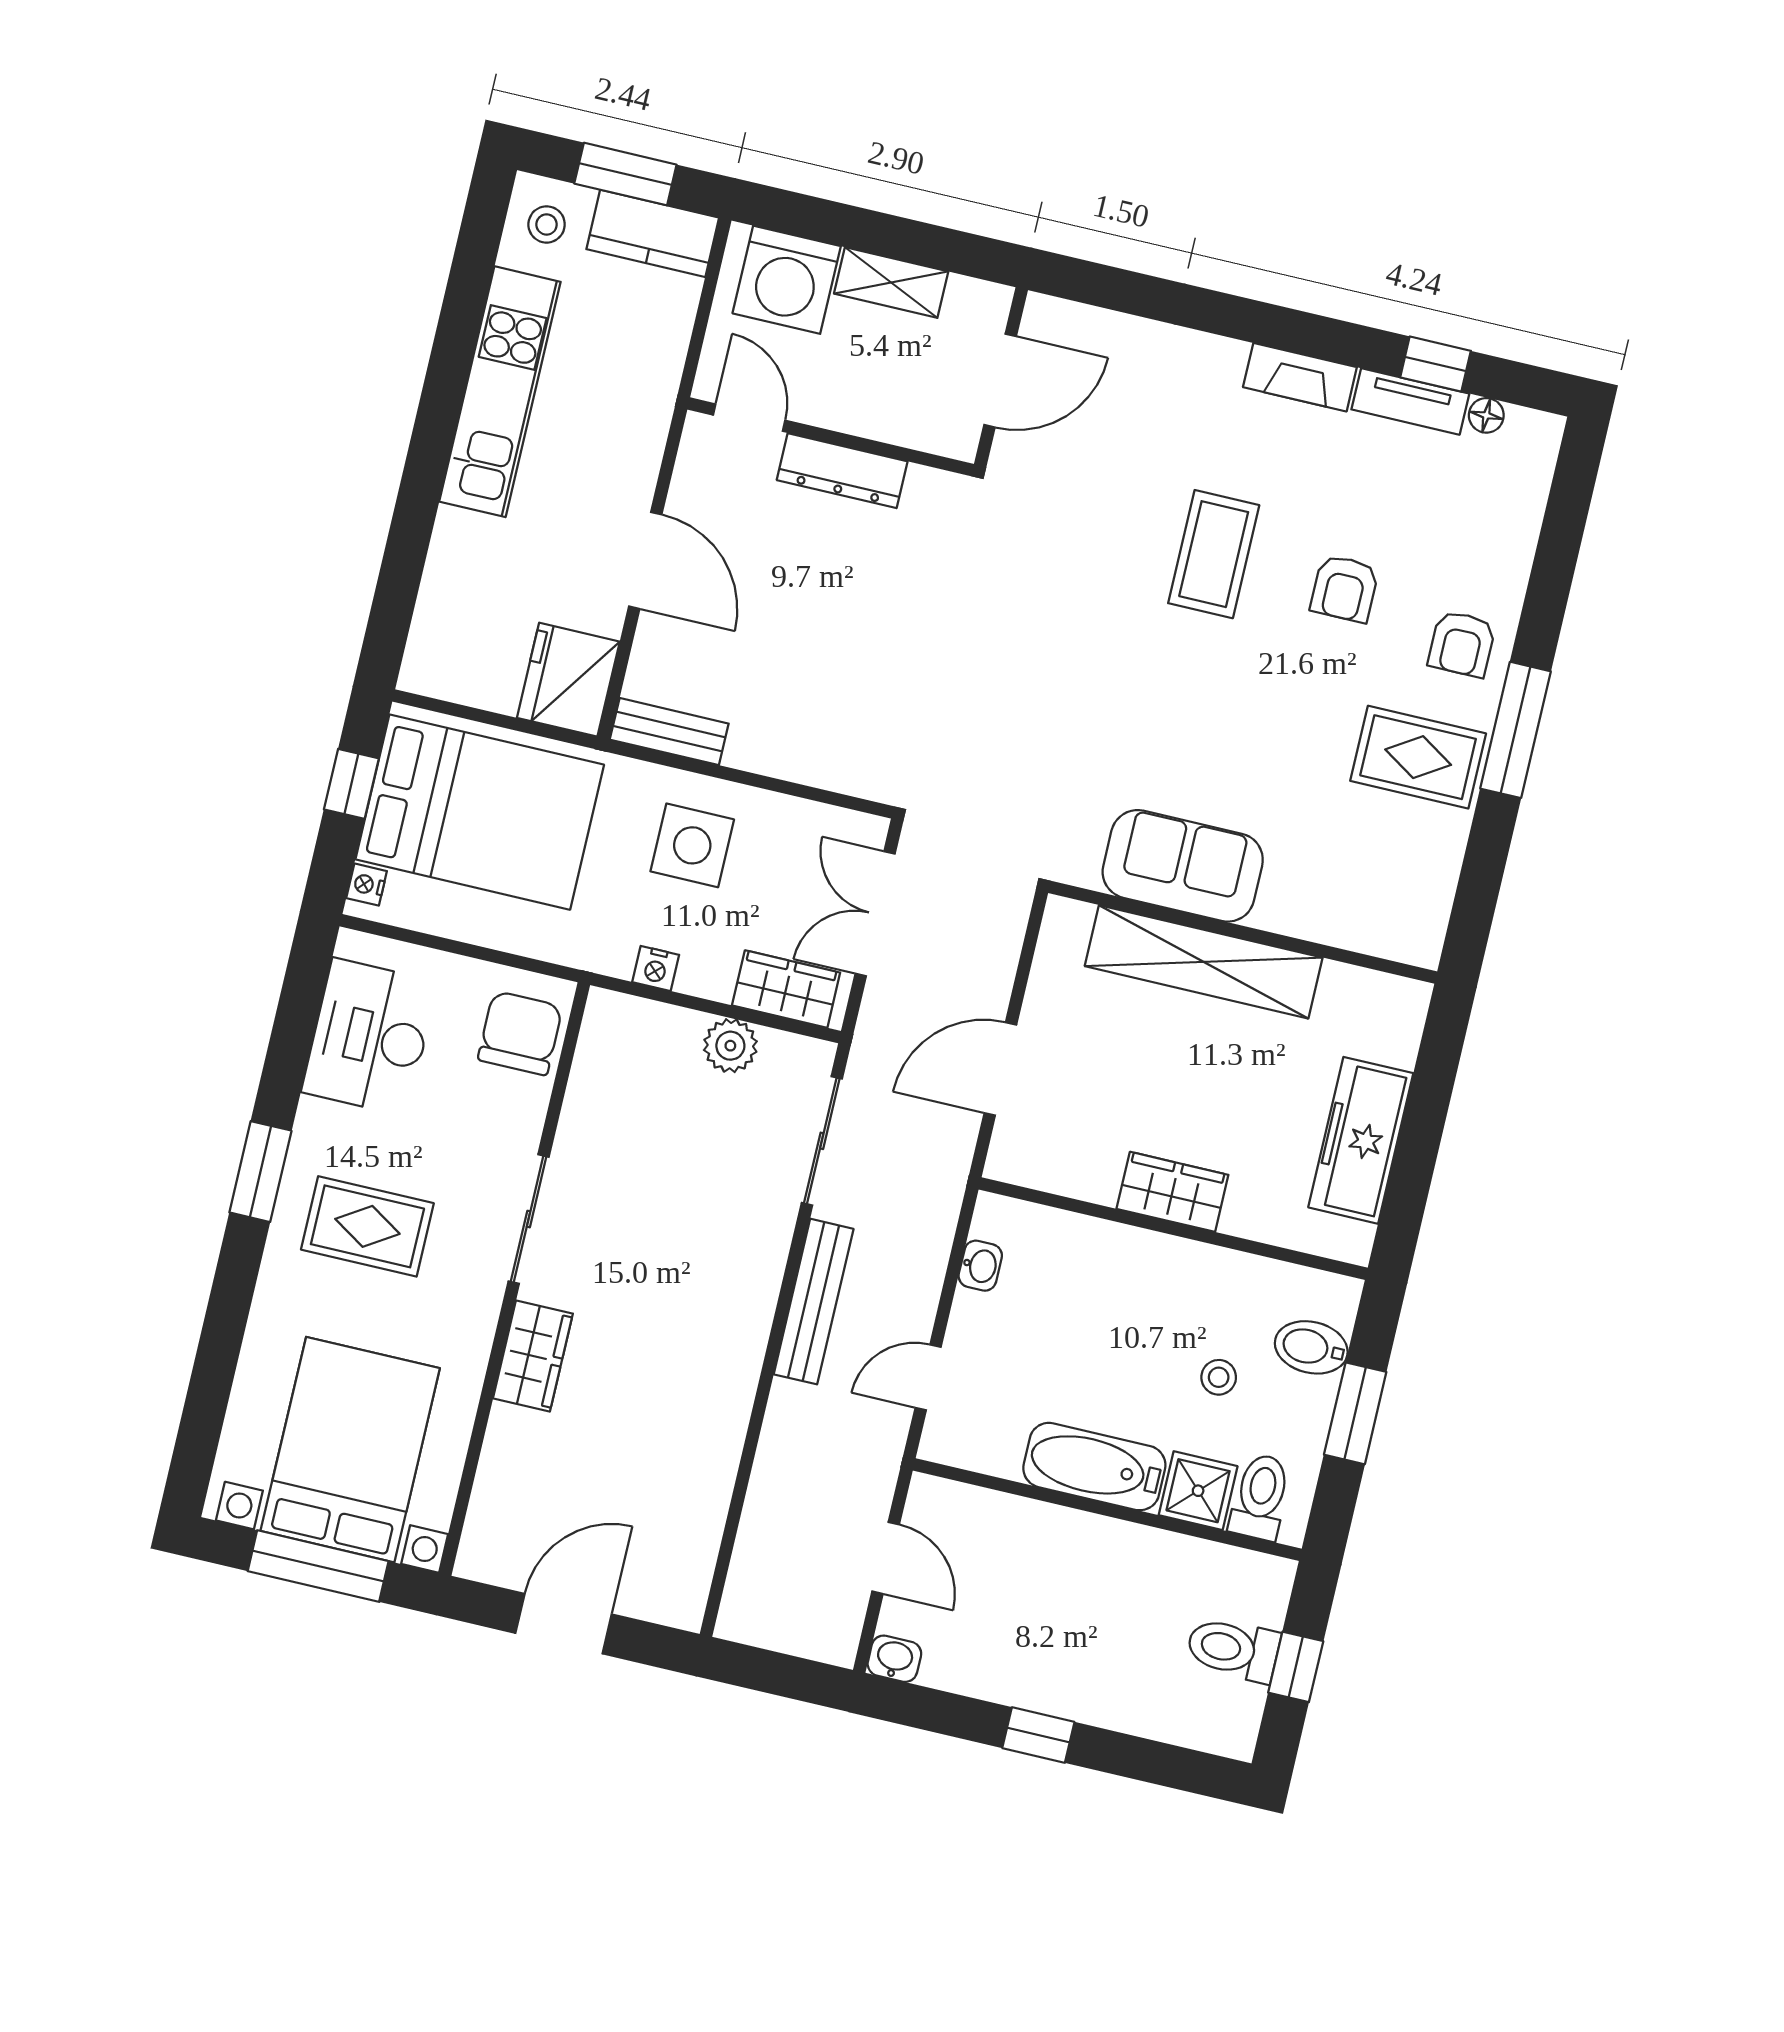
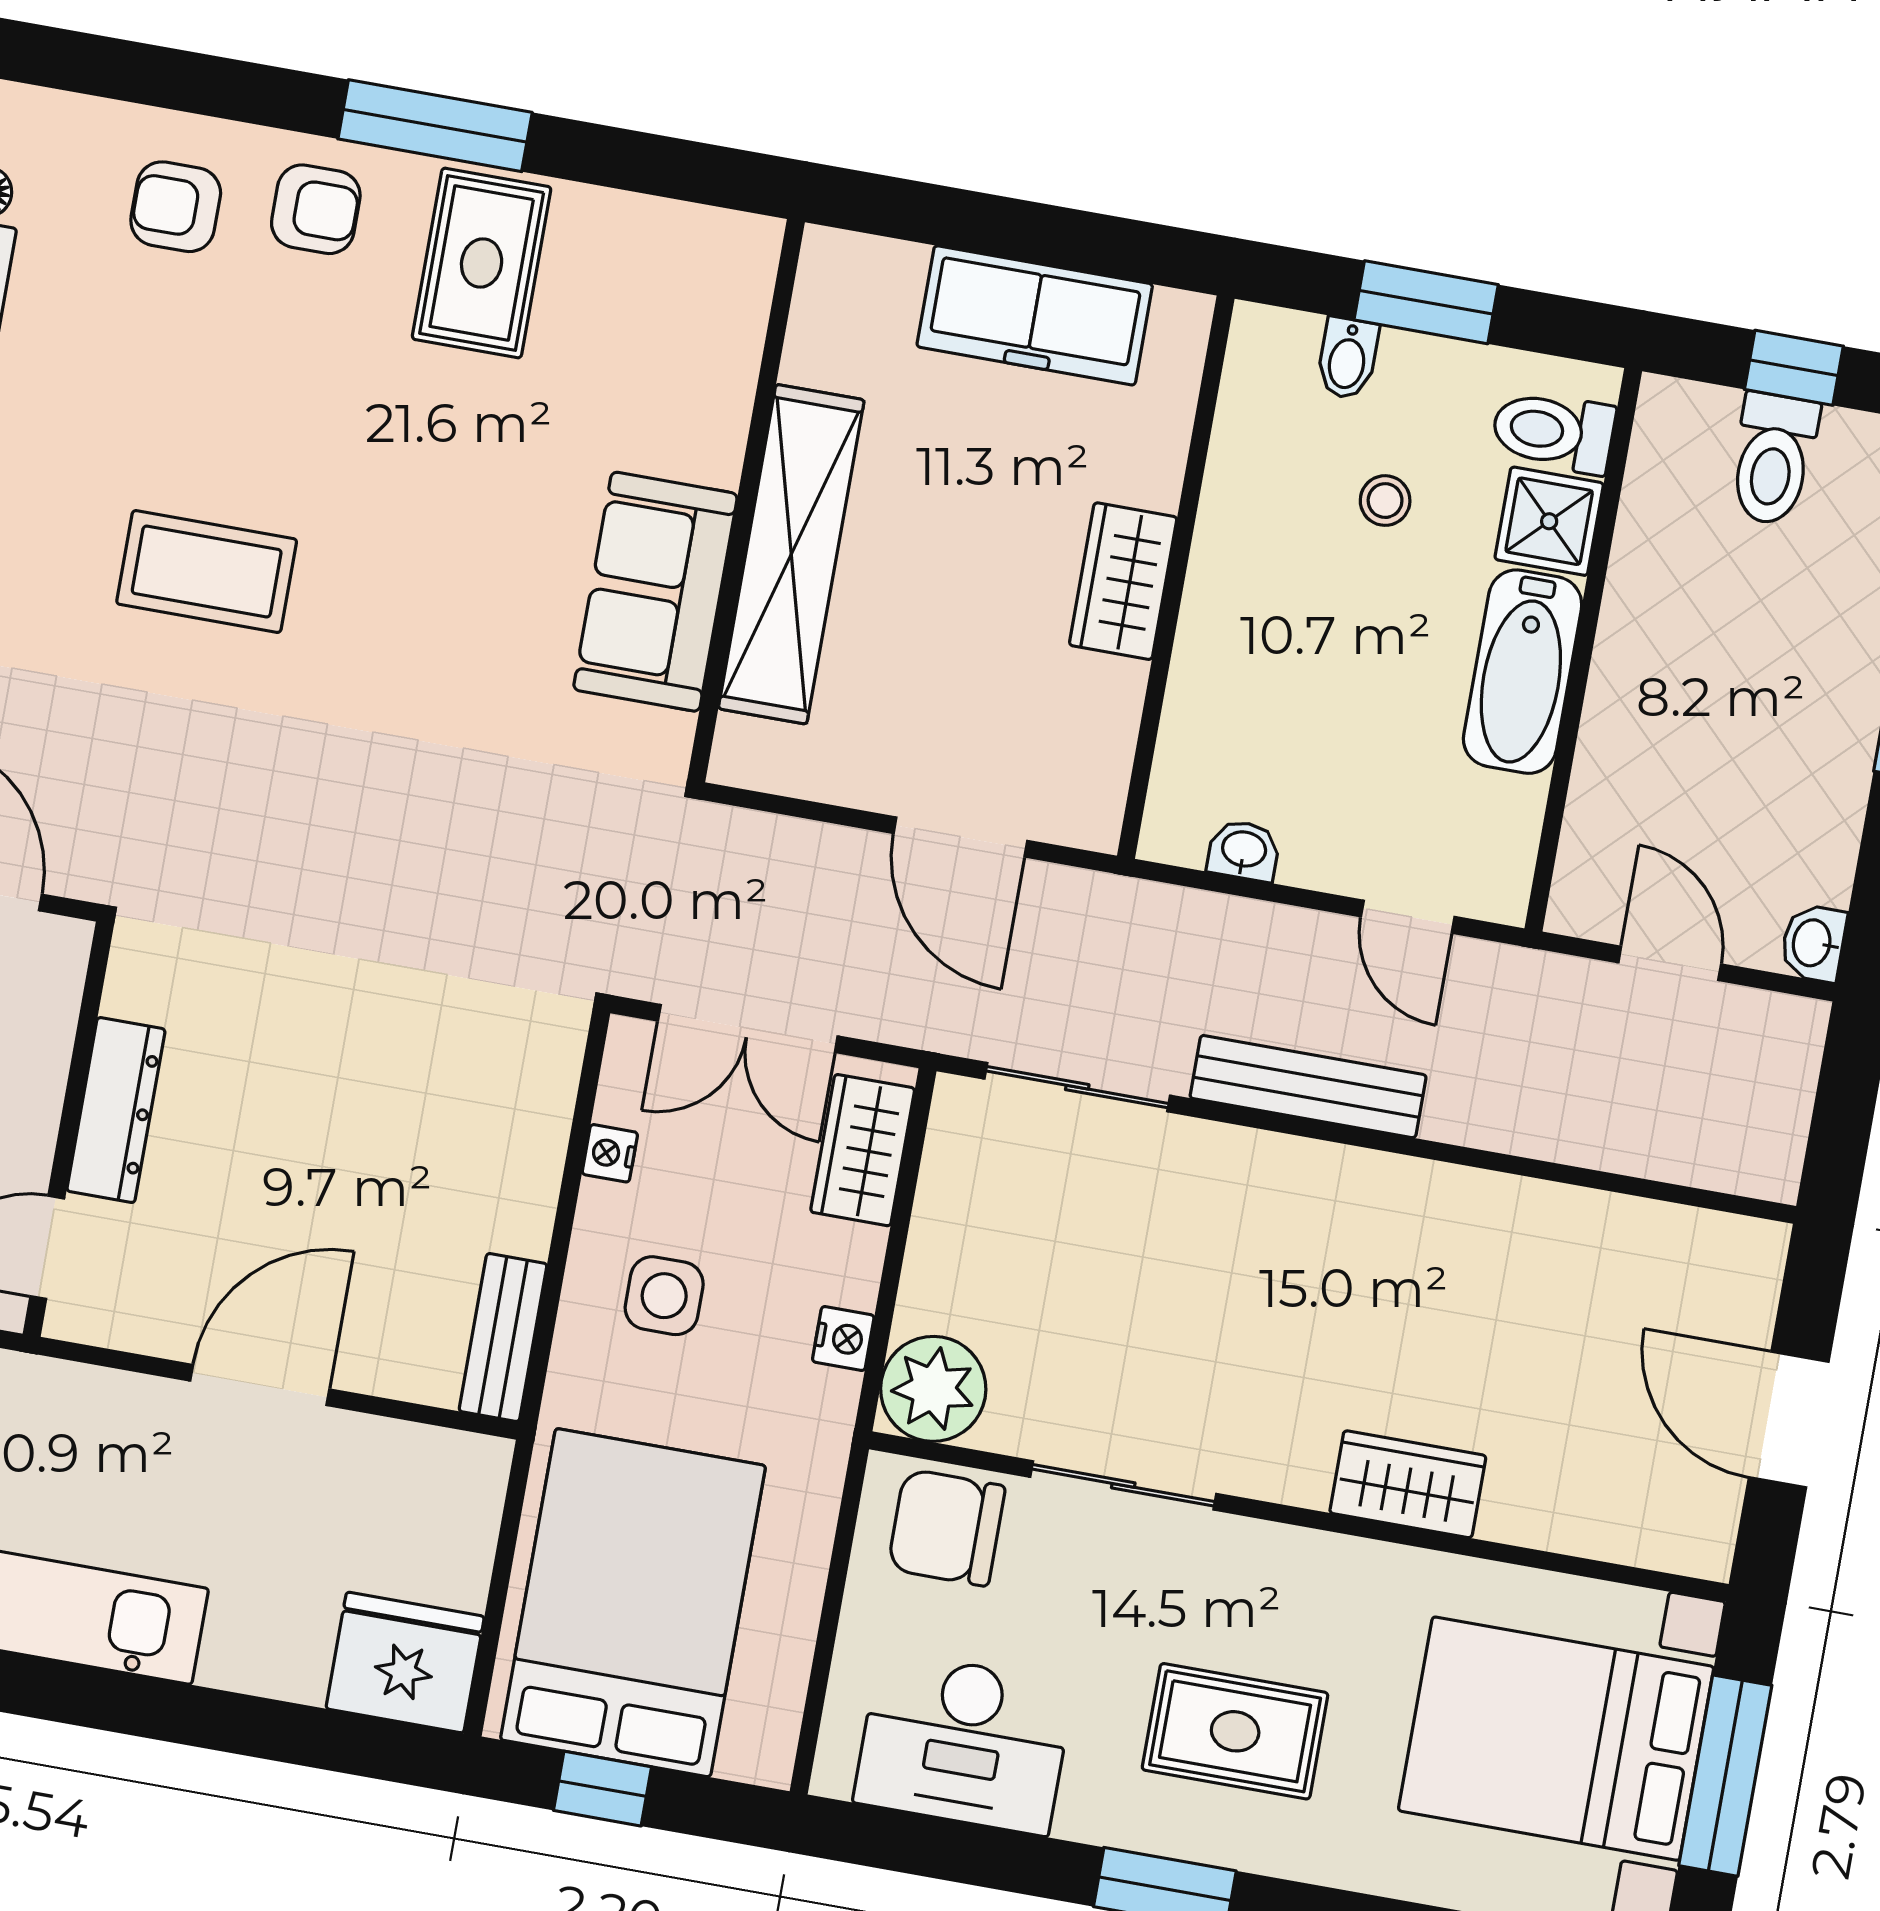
armchair: (1345, 588) -> (176, 207), moved, turned 180
fridge: (568, 680) -> (405, 1662), moved, turned 180
side table: (692, 845) -> (664, 1296), width x0.73, depth x0.73
nightstand: (367, 885) -> (610, 1153), moved, turned 90
plant: (730, 1046) -> (933, 1389), moved, width x1.36, depth x1.36
sliding door: (529, 1219) -> (1123, 1485), moved
rug: (367, 1226) -> (1235, 1731), turned 90
bidet: (1311, 1347) -> (1347, 358), width x0.72, depth x0.74
door: (886, 1558) -> (1670, 963), hinge flipped

